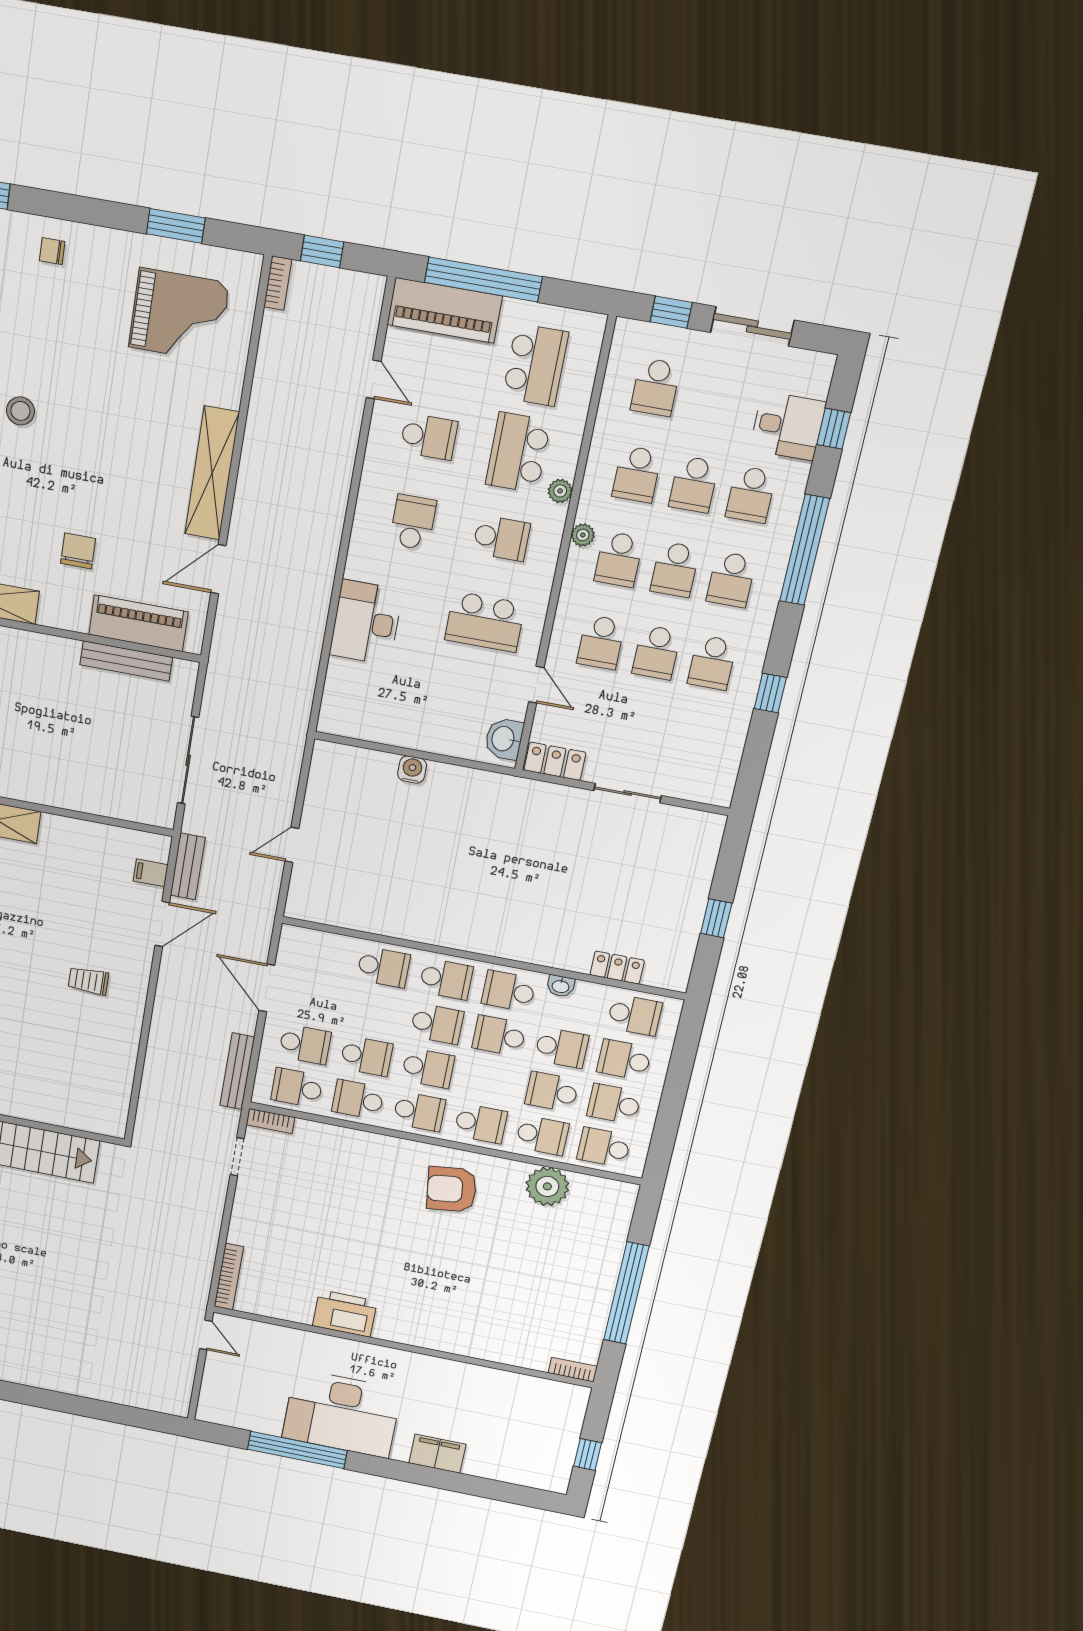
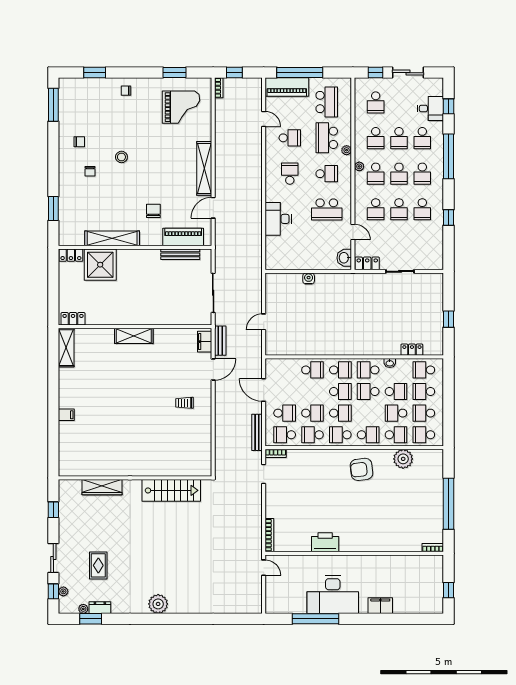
filing cabinet: (151, 873) -> (205, 342), width x2.00
school desk: (634, 1015) -> (424, 370), turned 180
school desk: (419, 1112) -> (340, 435), turned 180

